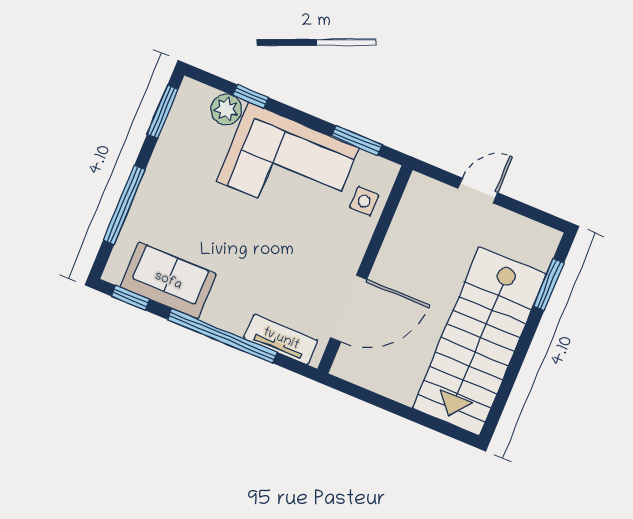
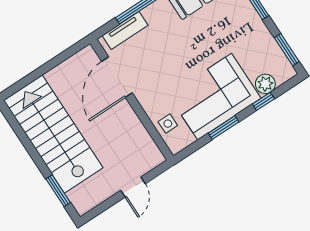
window: (357, 140) -> (224, 128), moved

